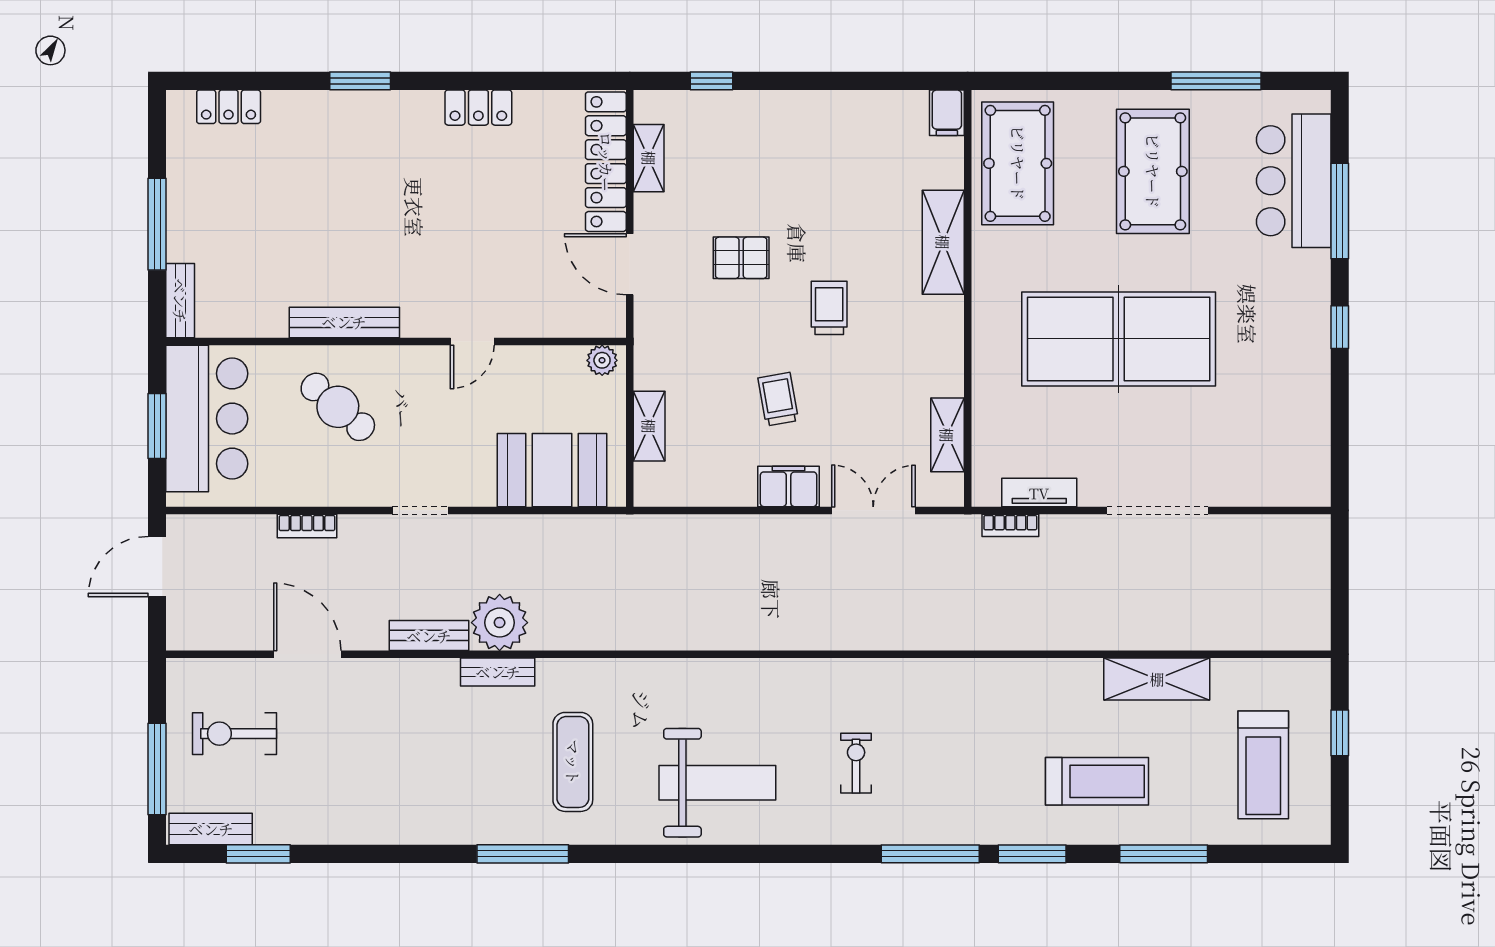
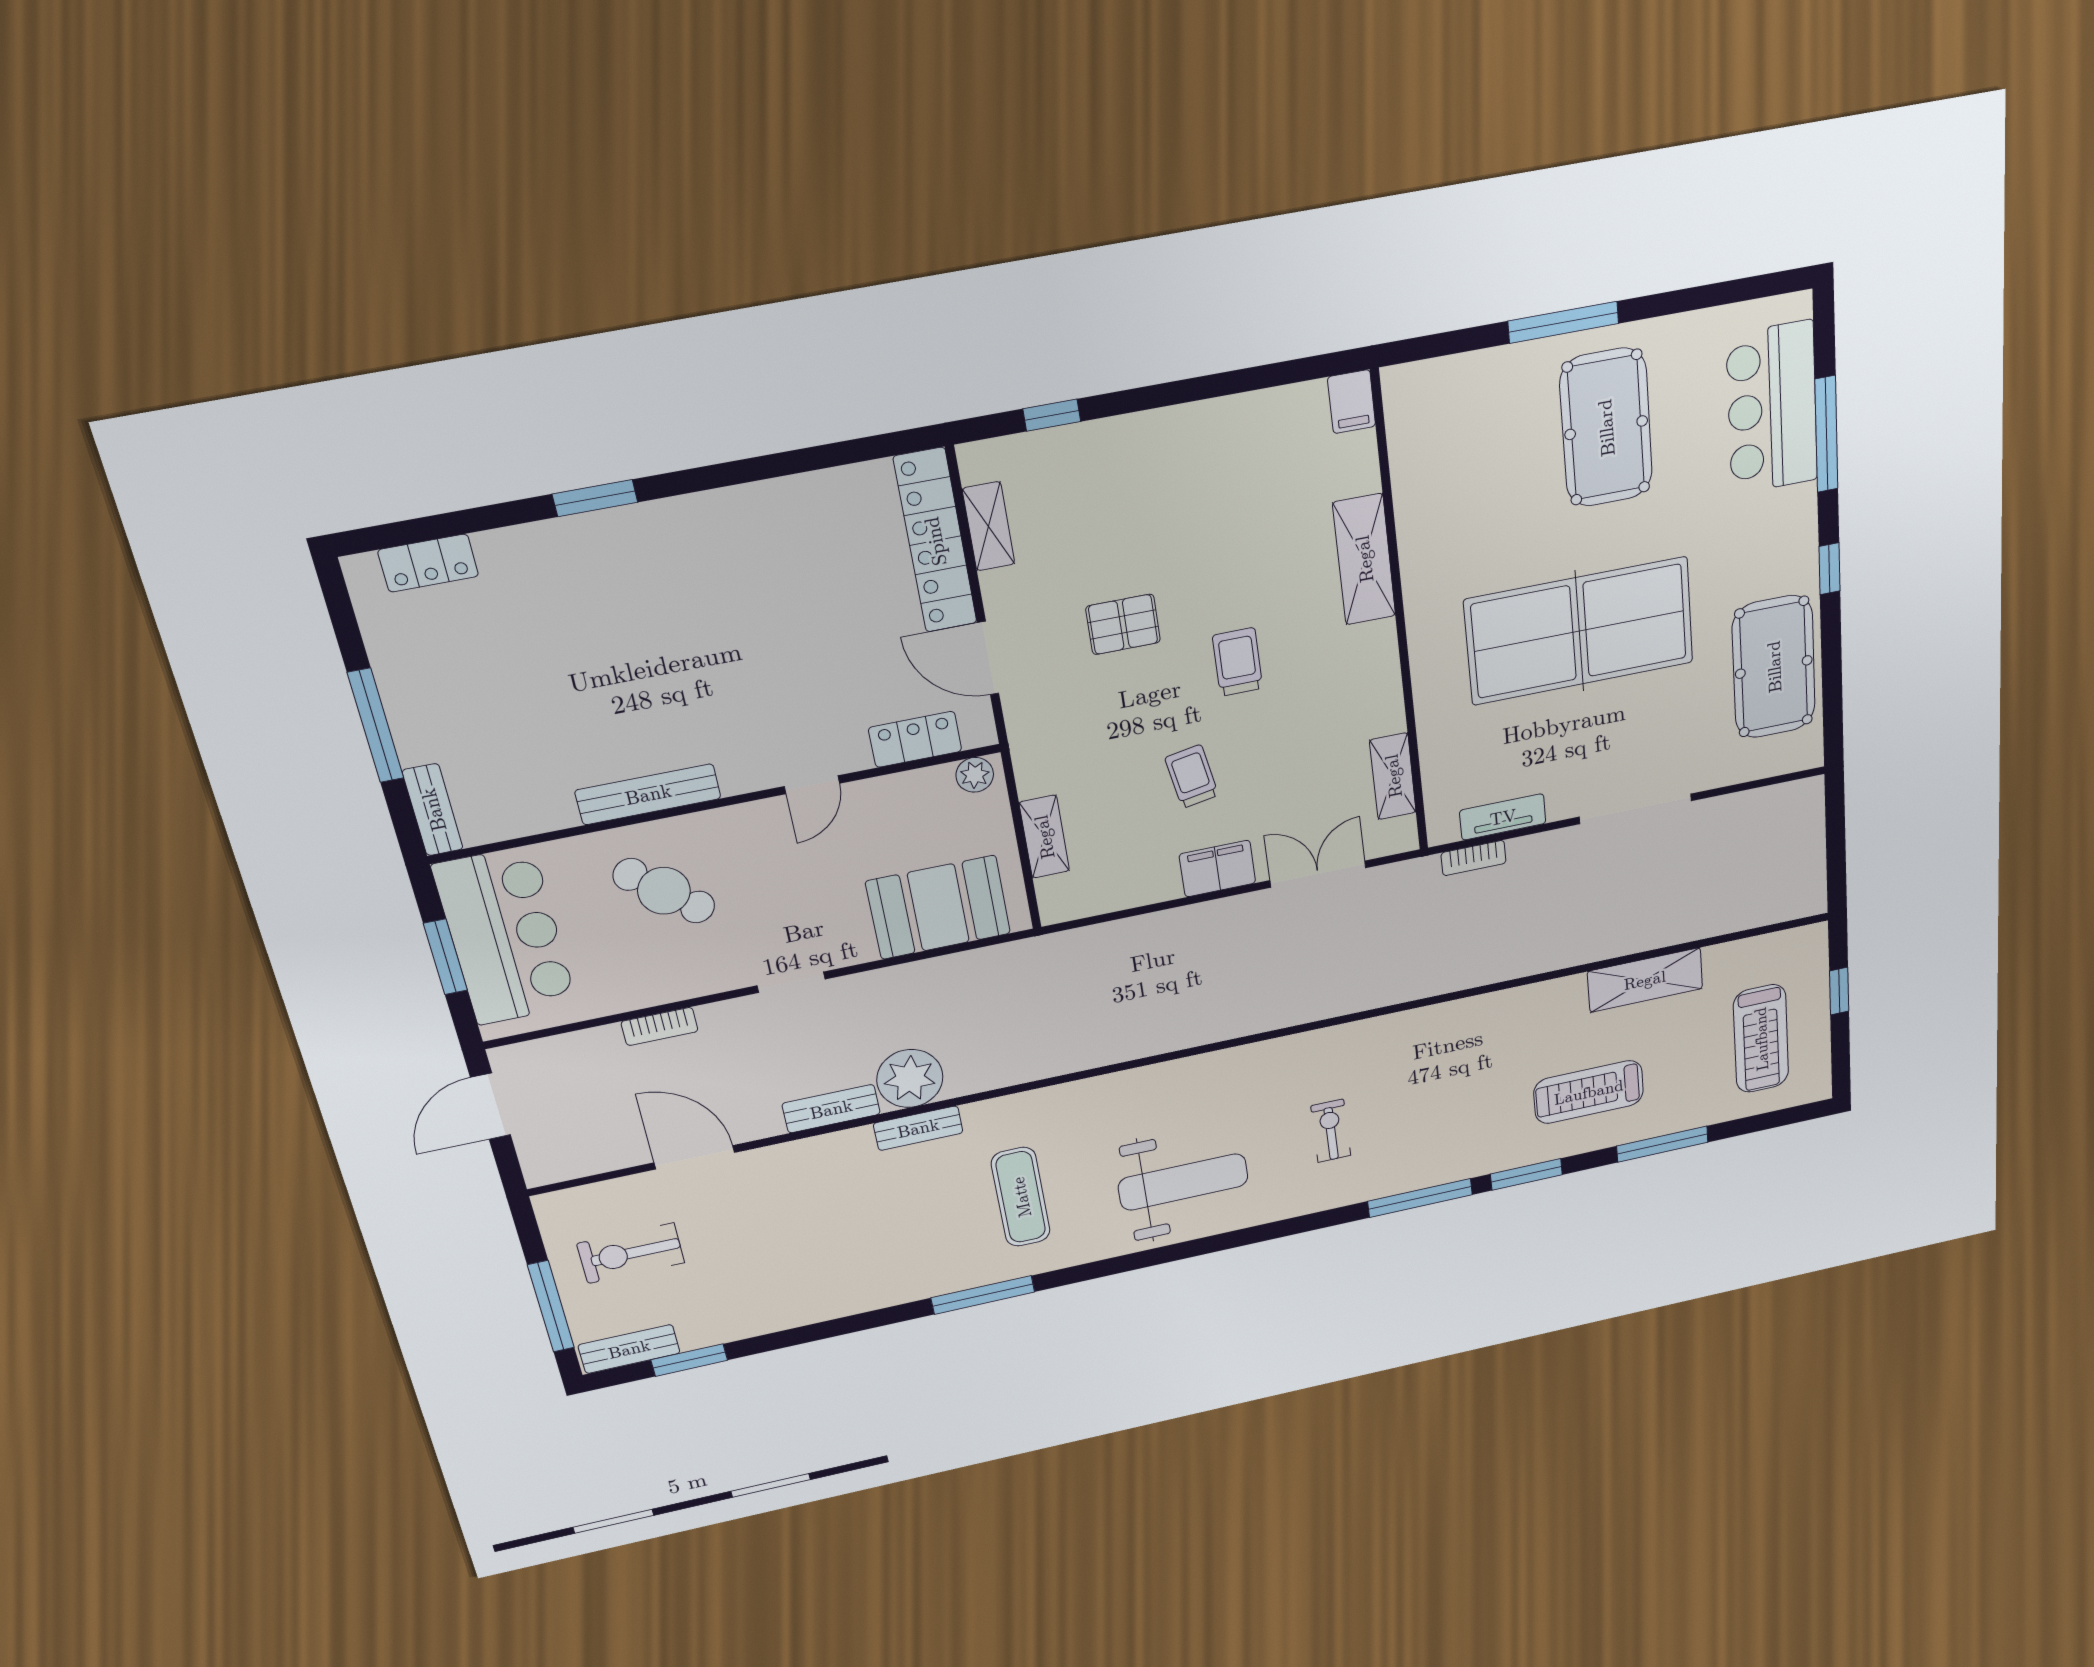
window: (1216, 81) -> (1563, 322), moved
locker: (478, 108) -> (915, 739), moved, turned 180
pool table: (1018, 163) -> (1774, 667), moved
treadmill: (1097, 781) -> (1589, 1092), turned 180

